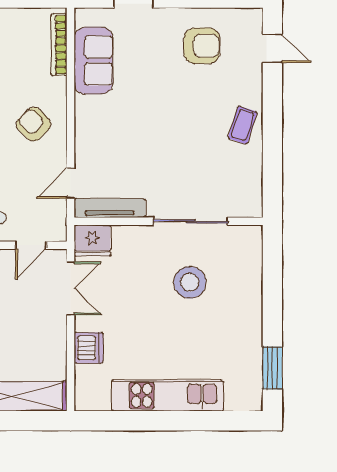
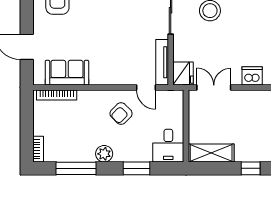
armchair: (34, 124) -> (121, 114), moved
door: (31, 245) -> (186, 113), removed

